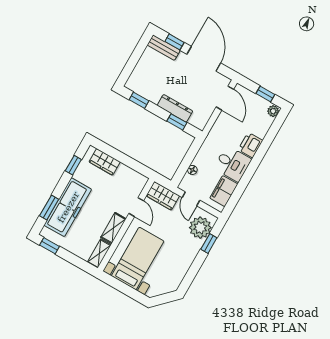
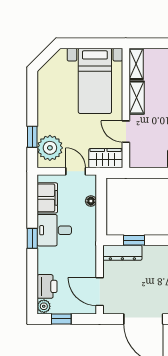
dresser: (175, 108) -> (122, 253), moved
printer: (250, 145) -> (47, 286), moved
window: (252, 167) -> (32, 238), added

